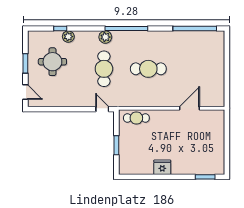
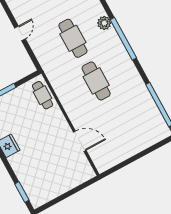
cafe table: (104, 69) -> (73, 38), turned 90
door: (102, 109) -> (20, 33), moved

